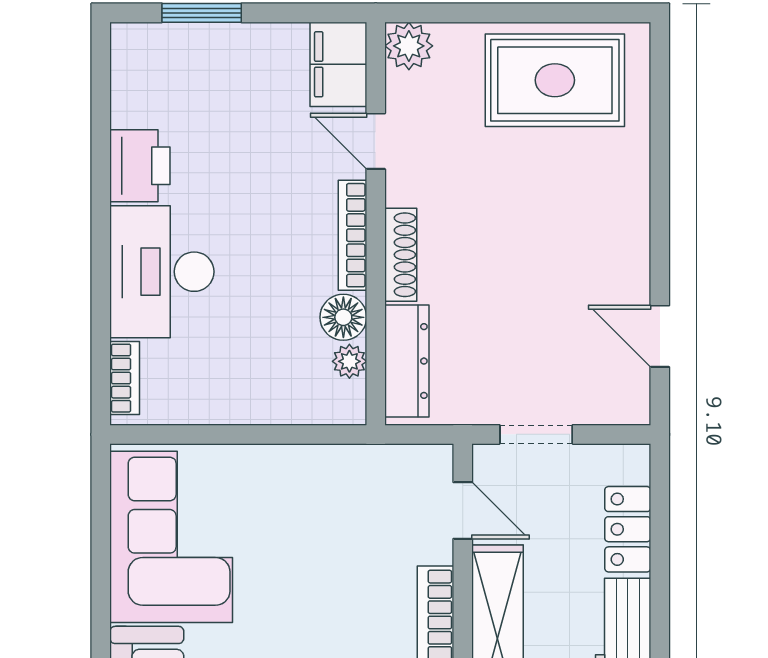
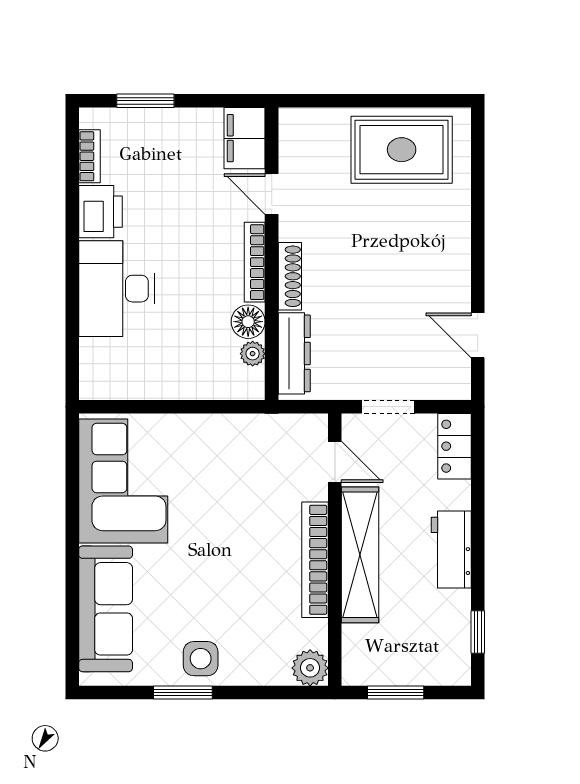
plant: (409, 46) -> (296, 125), removed
bookcase: (125, 378) -> (89, 156), moved
locker: (628, 529) -> (454, 446), moved

